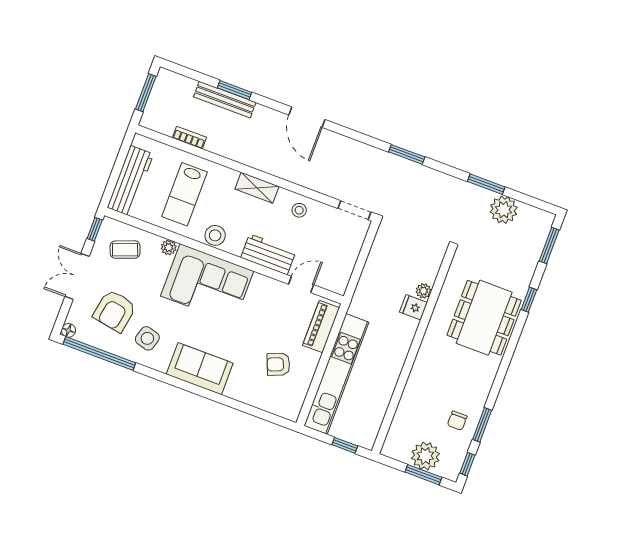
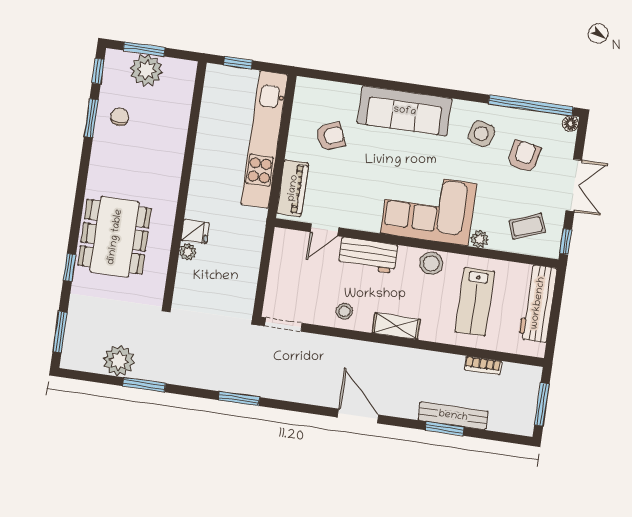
lab bench: (184, 194) -> (475, 302), turned 180
armchair: (115, 311) -> (524, 156), width x0.72, depth x0.72
sofa: (200, 369) -> (405, 111), width x1.36

